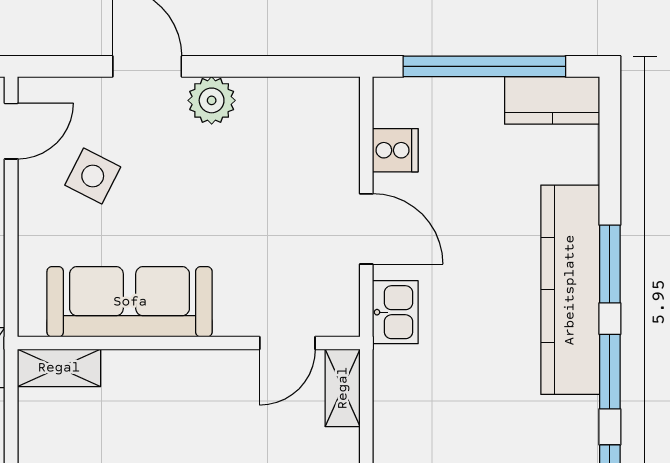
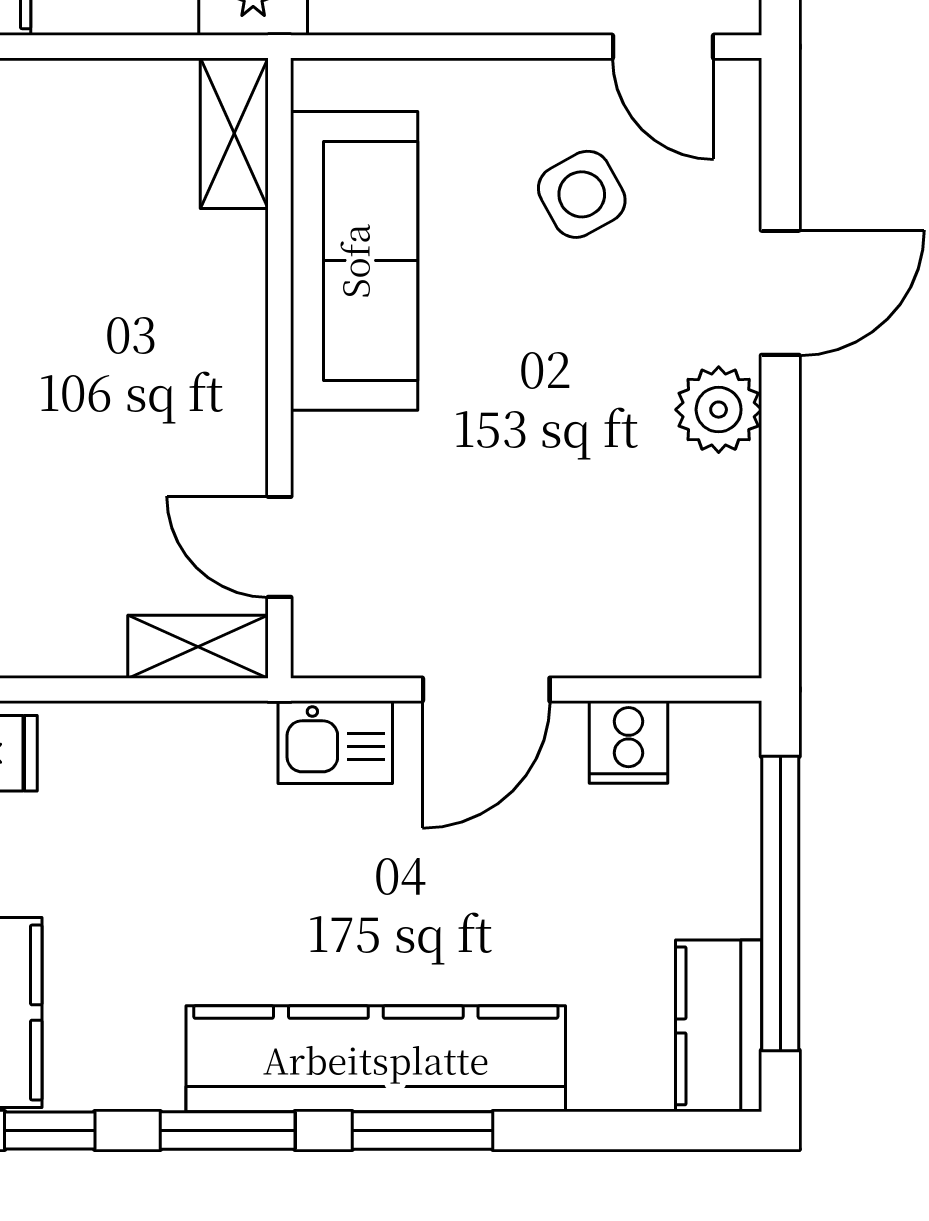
side table: (93, 176) -> (582, 194), turned 34

